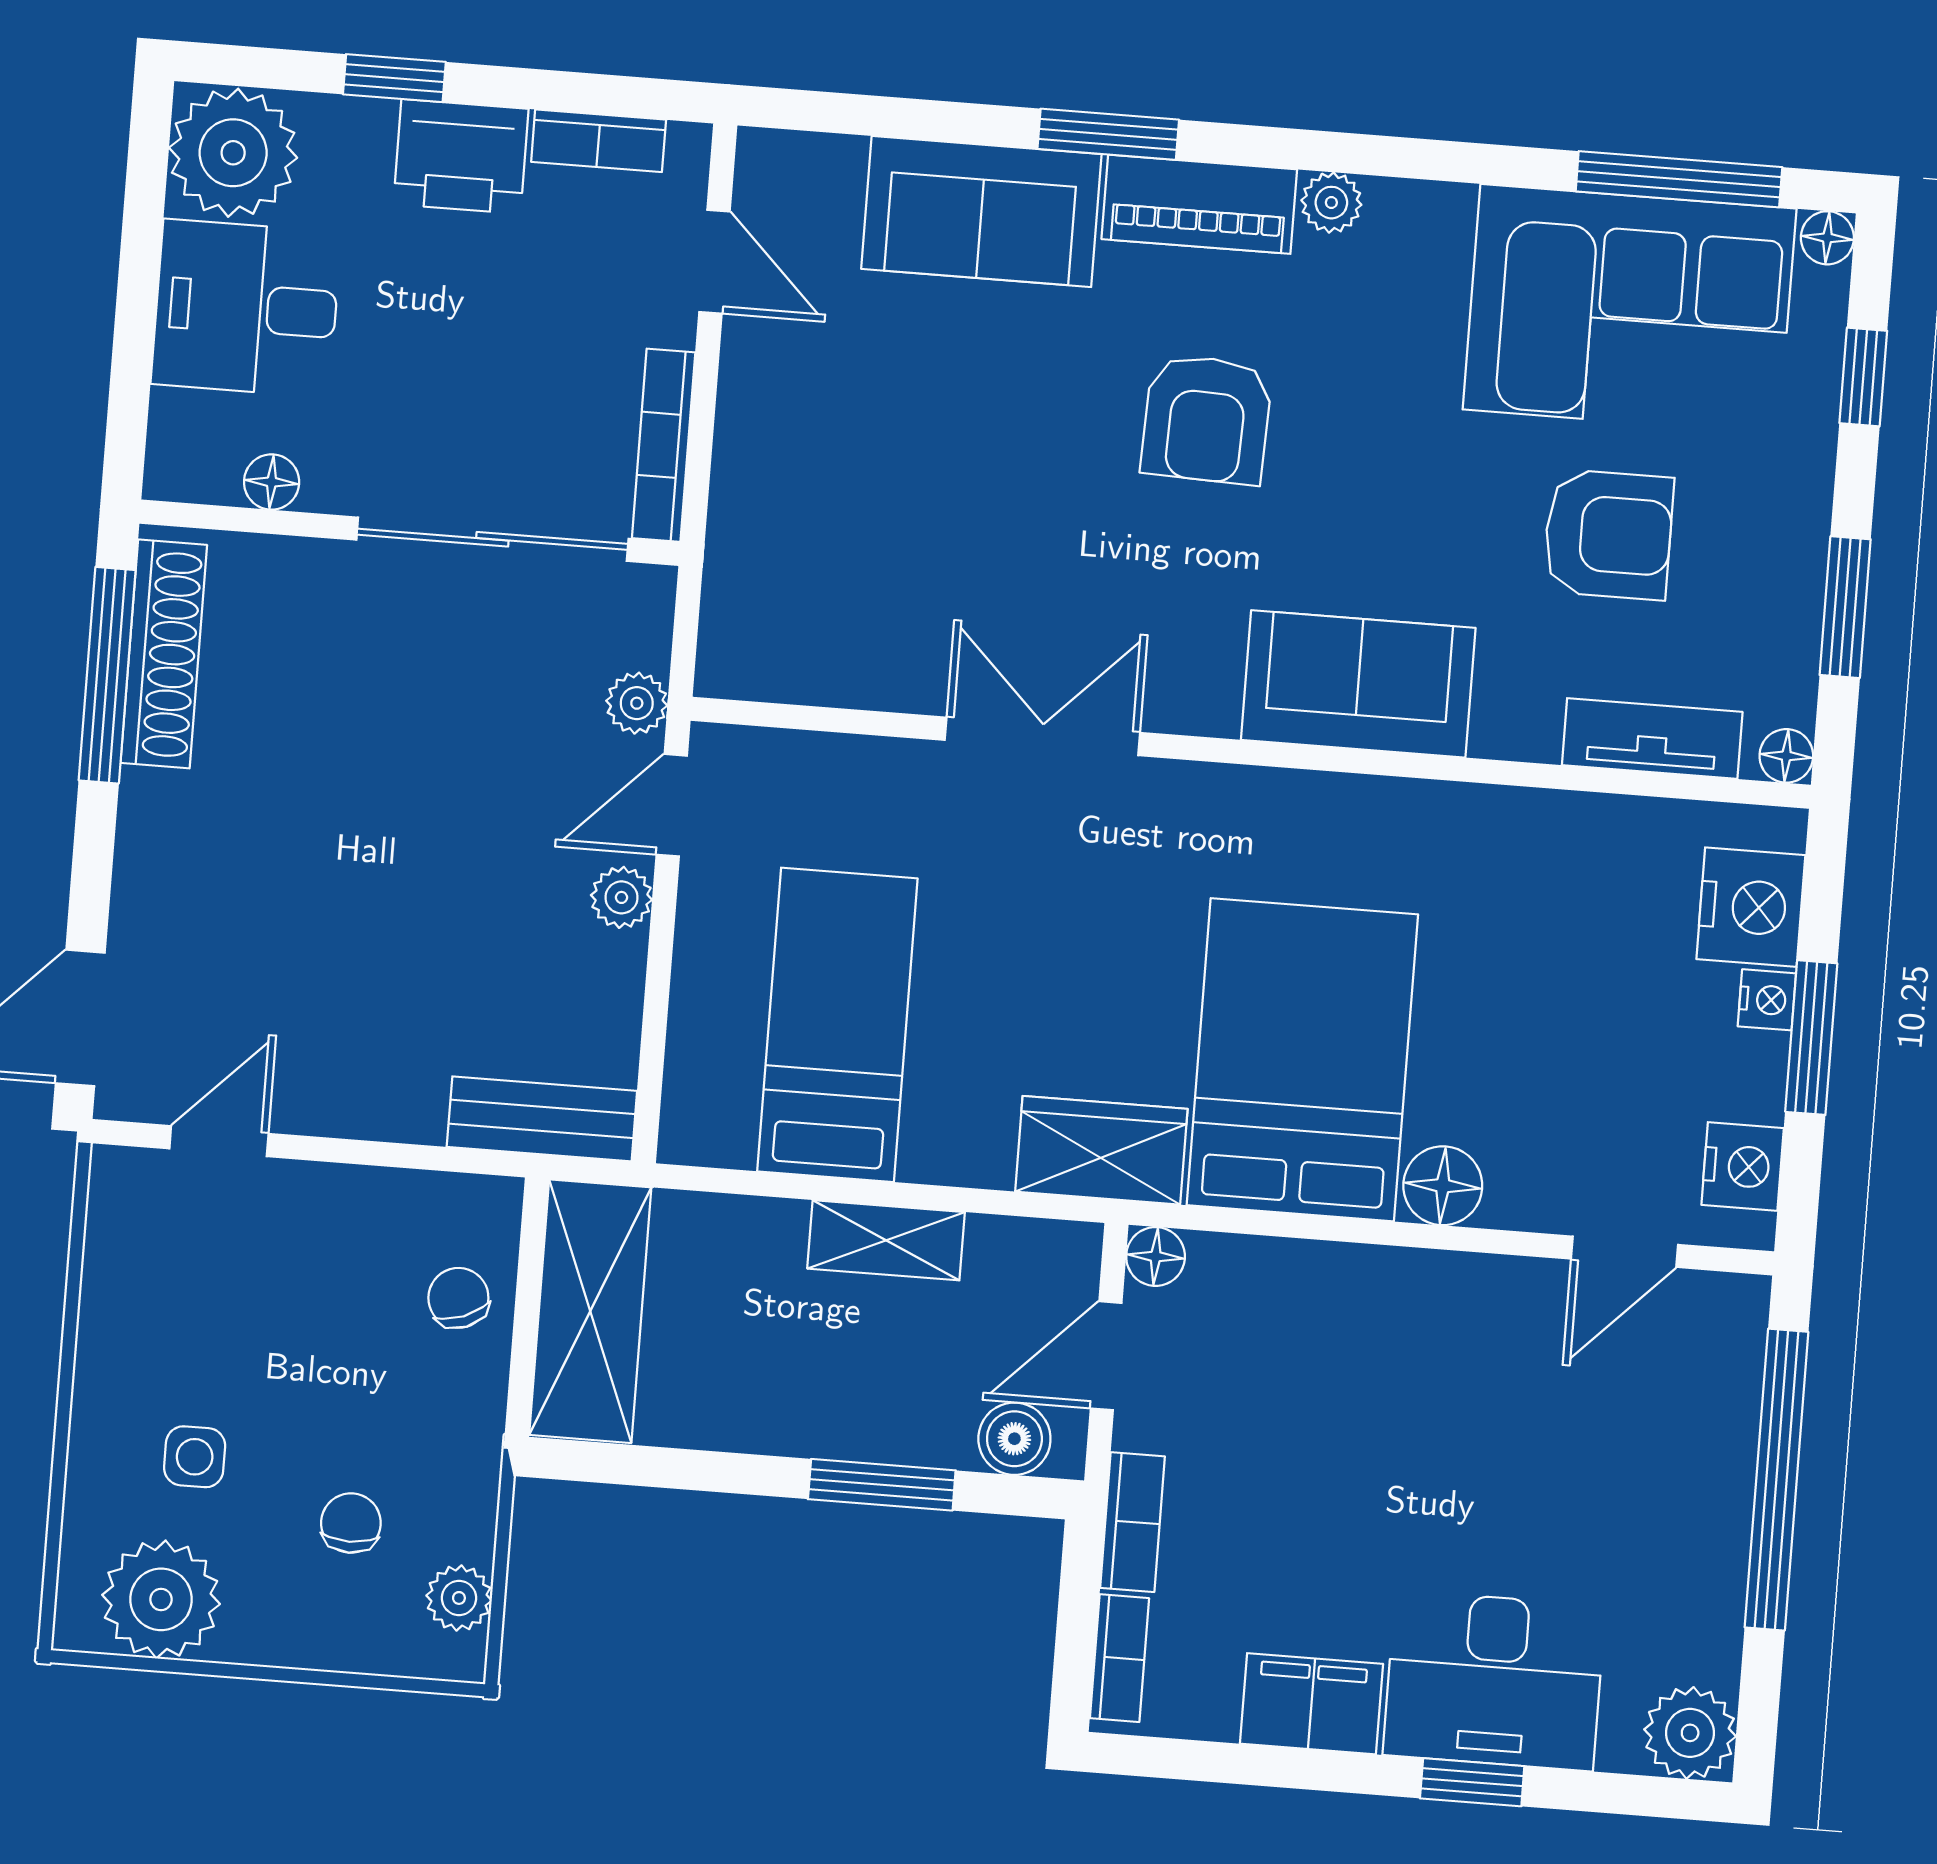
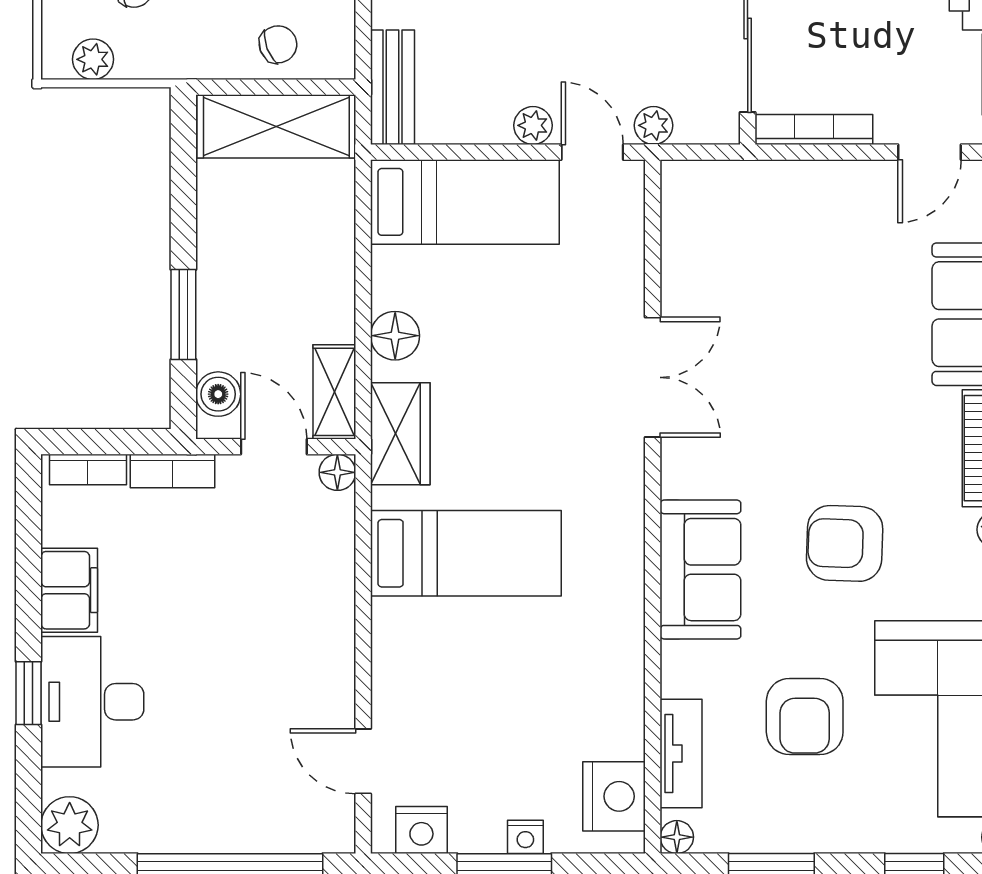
armchair: (1207, 419) -> (845, 543), moved
nightstand: (1751, 907) -> (614, 796), moved, turned -90
bed: (837, 1025) -> (465, 202), moved
bed: (1302, 1060) -> (466, 553), width x0.67
floor lamp: (1443, 1186) -> (395, 336), moved
shelving: (886, 1240) -> (334, 392), moved

